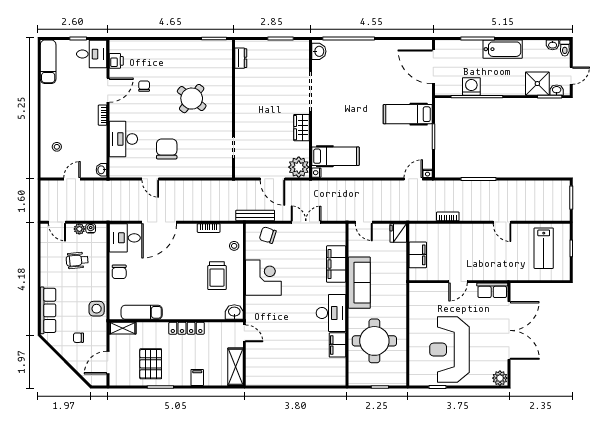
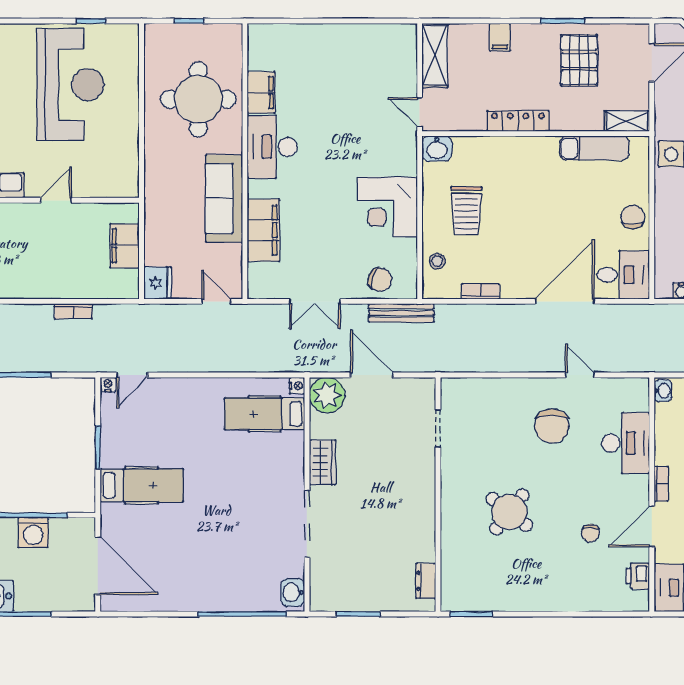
trolley: (217, 276) -> (466, 211), turned 180

